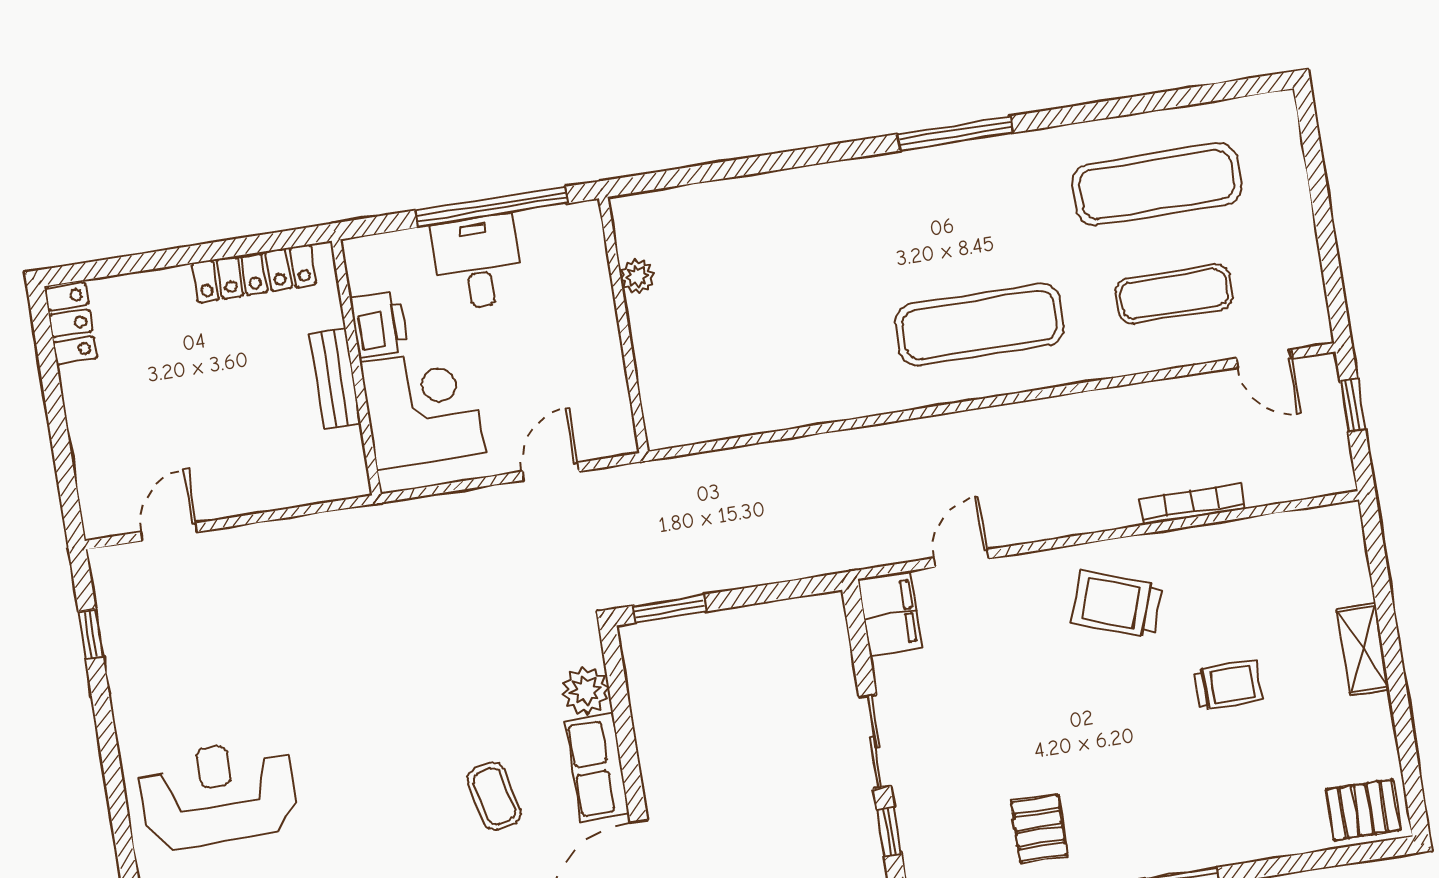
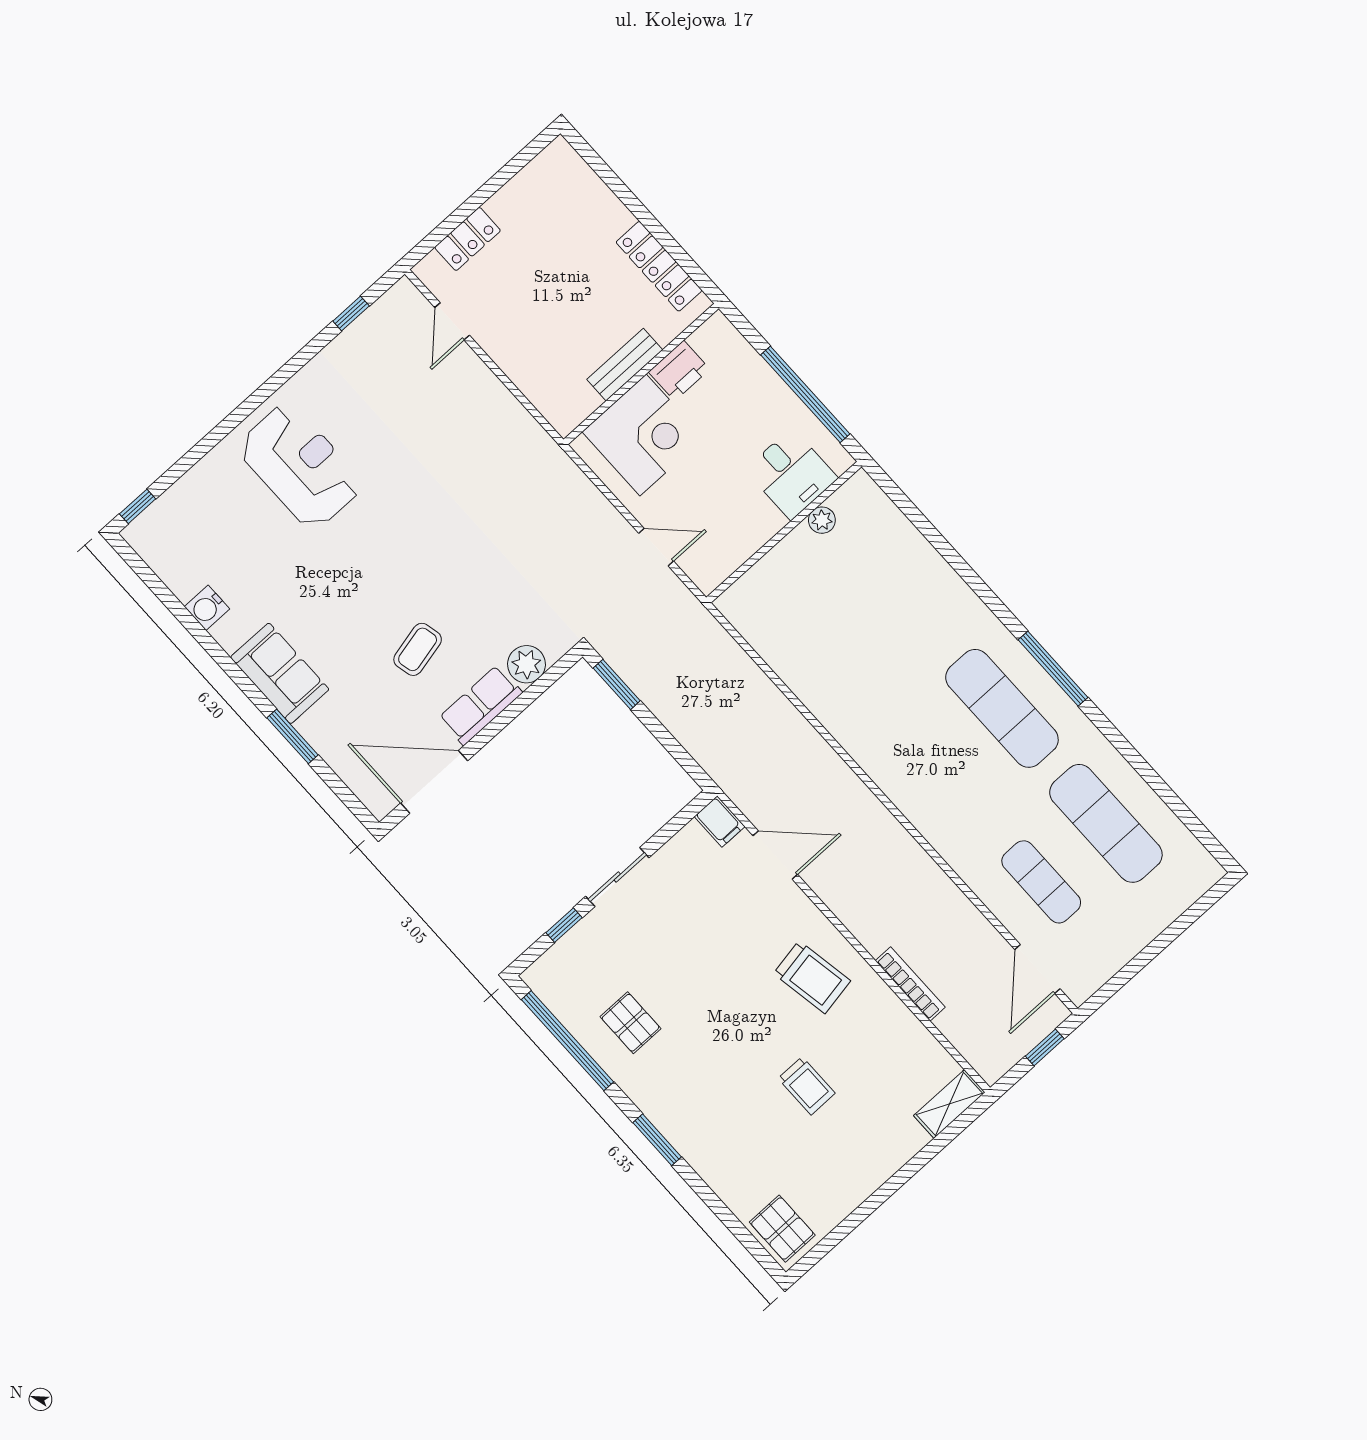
desk: (477, 262) -> (791, 474), moved, turned 90
locker: (71, 323) -> (468, 239), moved
exercise mat: (980, 325) -> (1002, 708), moved
door: (1264, 358) -> (1037, 969), width x1.38
door: (169, 532) -> (452, 321), swing flipped
door: (961, 558) -> (775, 855), width x1.38
trolley: (1117, 604) -> (812, 977), turned 151
filing cabinet: (890, 614) -> (720, 822), width x0.50
shelving: (1363, 649) -> (949, 1104), moved
pallet: (1039, 828) -> (631, 1023), turned 90

